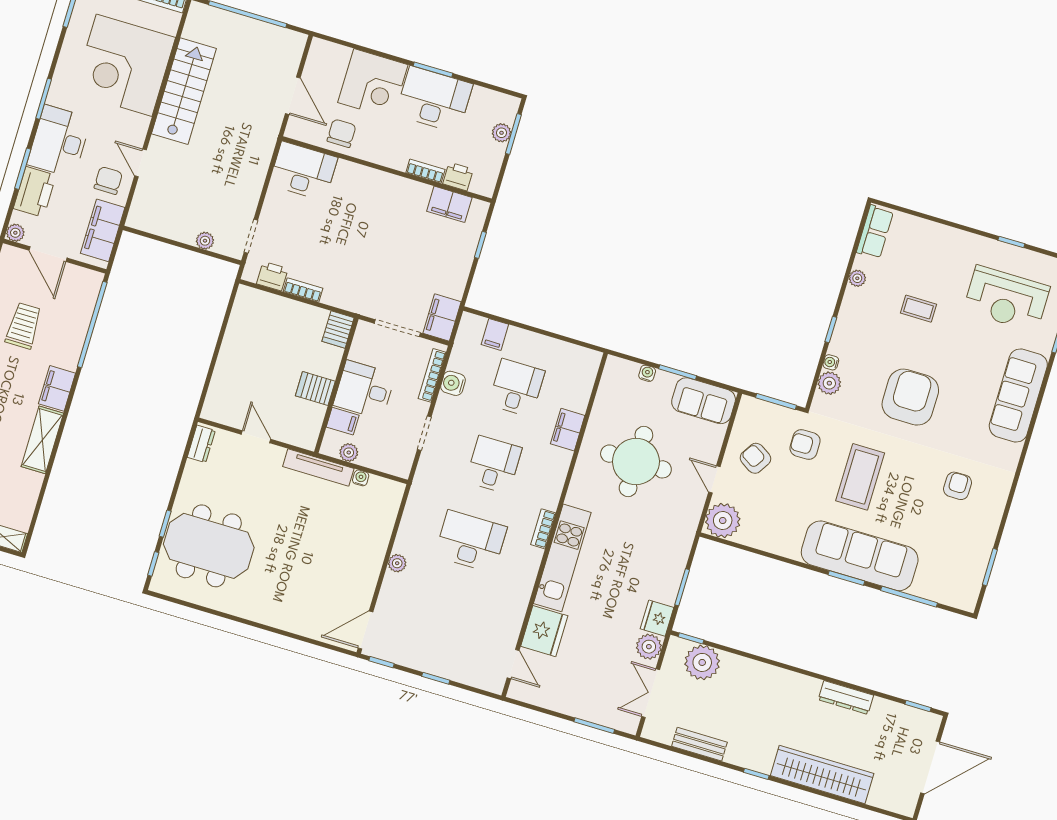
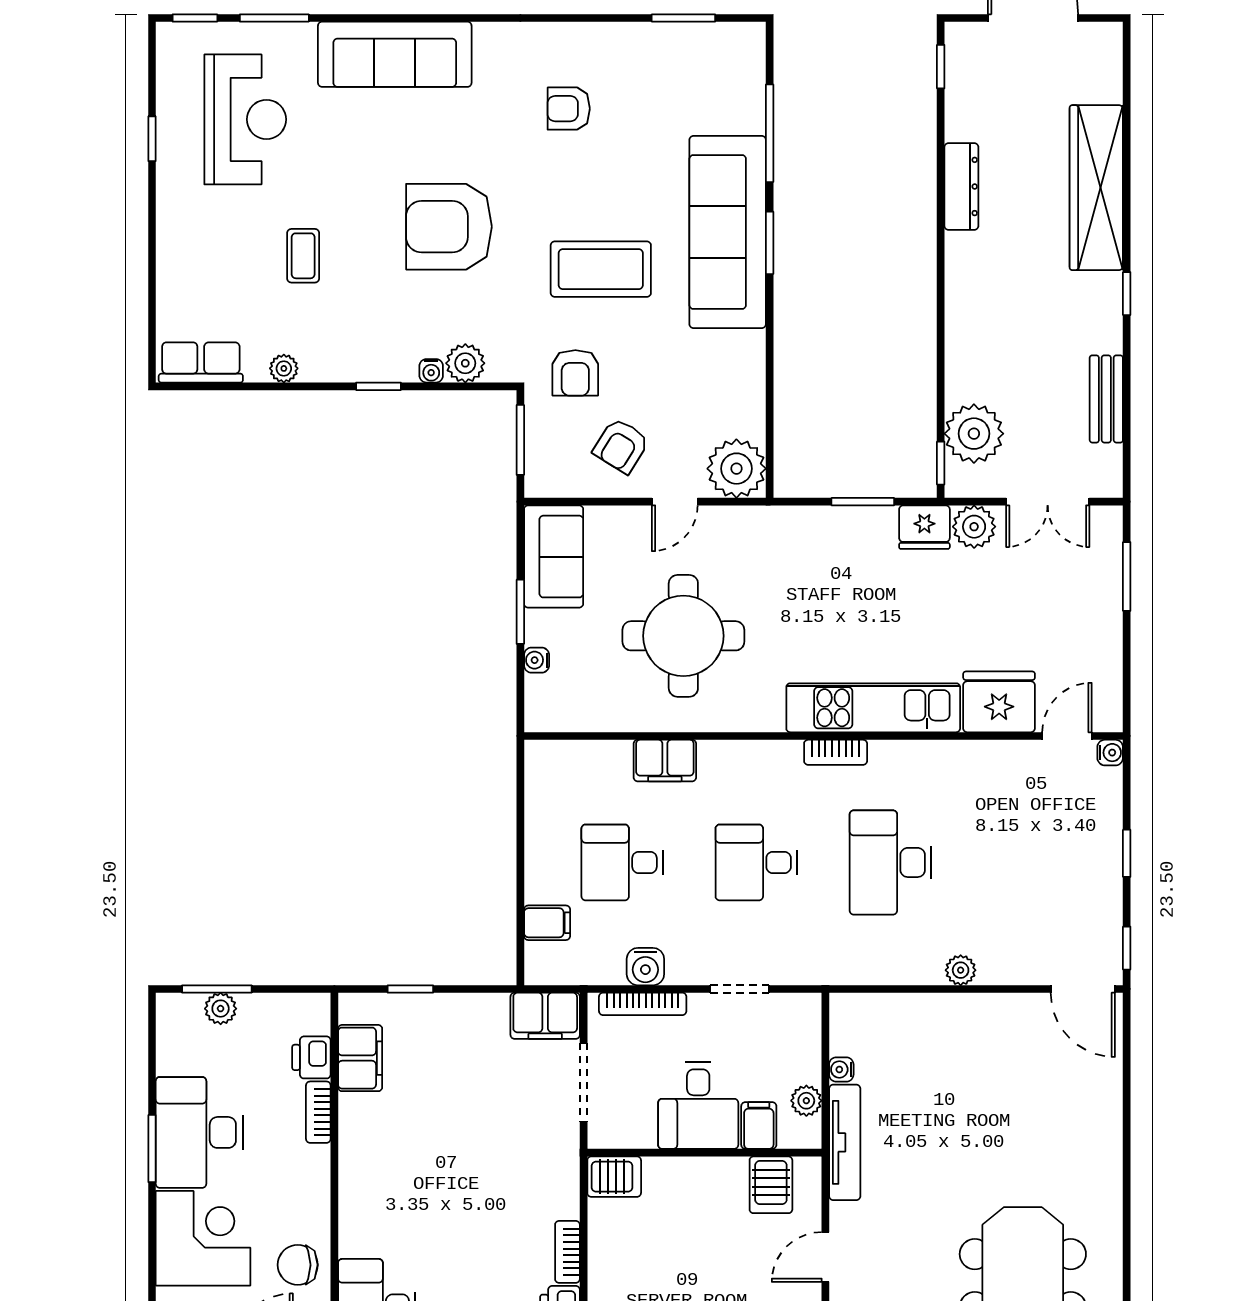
server rack: (315, 389) -> (771, 1185), moved
water cooler: (496, 686) -> (1110, 753), added

